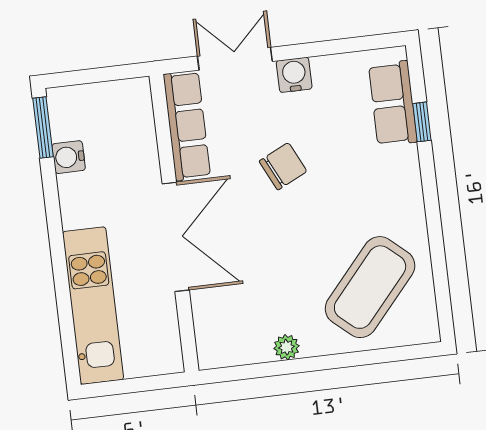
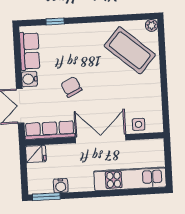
fridge: (134, 99) -> (36, 154), added
row of seats: (393, 103) -> (30, 51), moved, turned -90
side table: (212, 316) -> (139, 124), added
plant: (286, 347) -> (152, 25), moved

